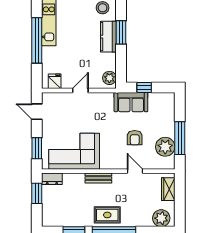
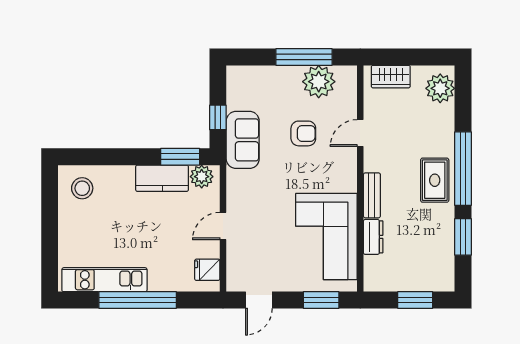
window: (121, 32) -> (180, 157), moved
kitchen counter: (108, 37) -> (162, 178), moved
door: (80, 91) -> (223, 226), hinge flipped
dresser: (52, 179) -> (373, 237), moved
window: (37, 193) -> (415, 300), moved

